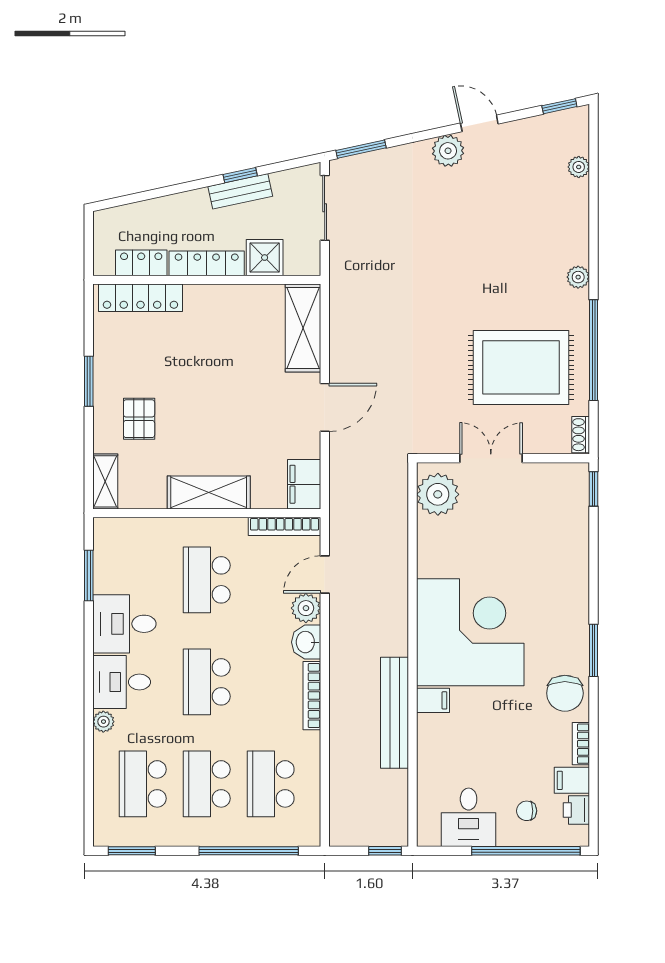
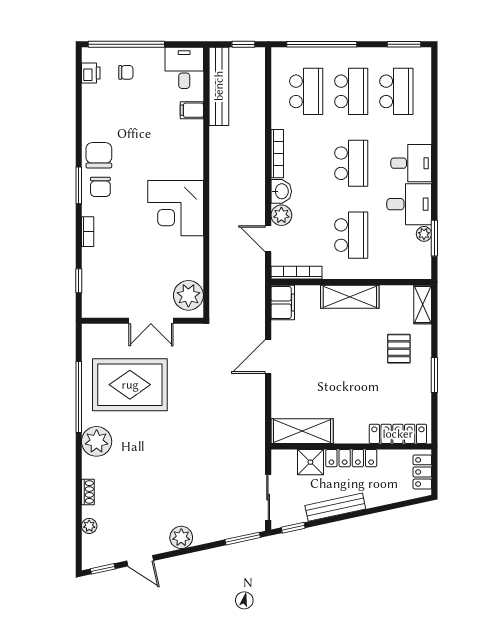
door: (479, 123) -> (140, 561), moved
window: (240, 175) -> (293, 528), moved
bench: (240, 191) -> (335, 507), width x1.36
locker: (141, 263) -> (422, 472), moved, turned 90
plant: (578, 277) -> (97, 441), width x1.88, depth x1.88
shelving: (303, 328) -> (302, 431), moved, turned 90
shoe rack: (581, 435) -> (88, 492), moved
window: (594, 489) -> (79, 281), moved
door: (325, 575) -> (268, 239), swing flipped
corner desk: (470, 632) -> (176, 208), width x0.74, depth x0.74
chair: (563, 648) -> (100, 187), added
filing cabinet: (433, 700) -> (192, 110), moved
bench: (395, 713) -> (219, 86), moved
plant: (103, 722) -> (424, 234), moved
bookcase: (581, 744) -> (88, 232), moved
filing cabinet: (572, 780) -> (94, 94), removed
desk: (469, 817) -> (184, 68), moved
window: (385, 851) -> (243, 44), moved

